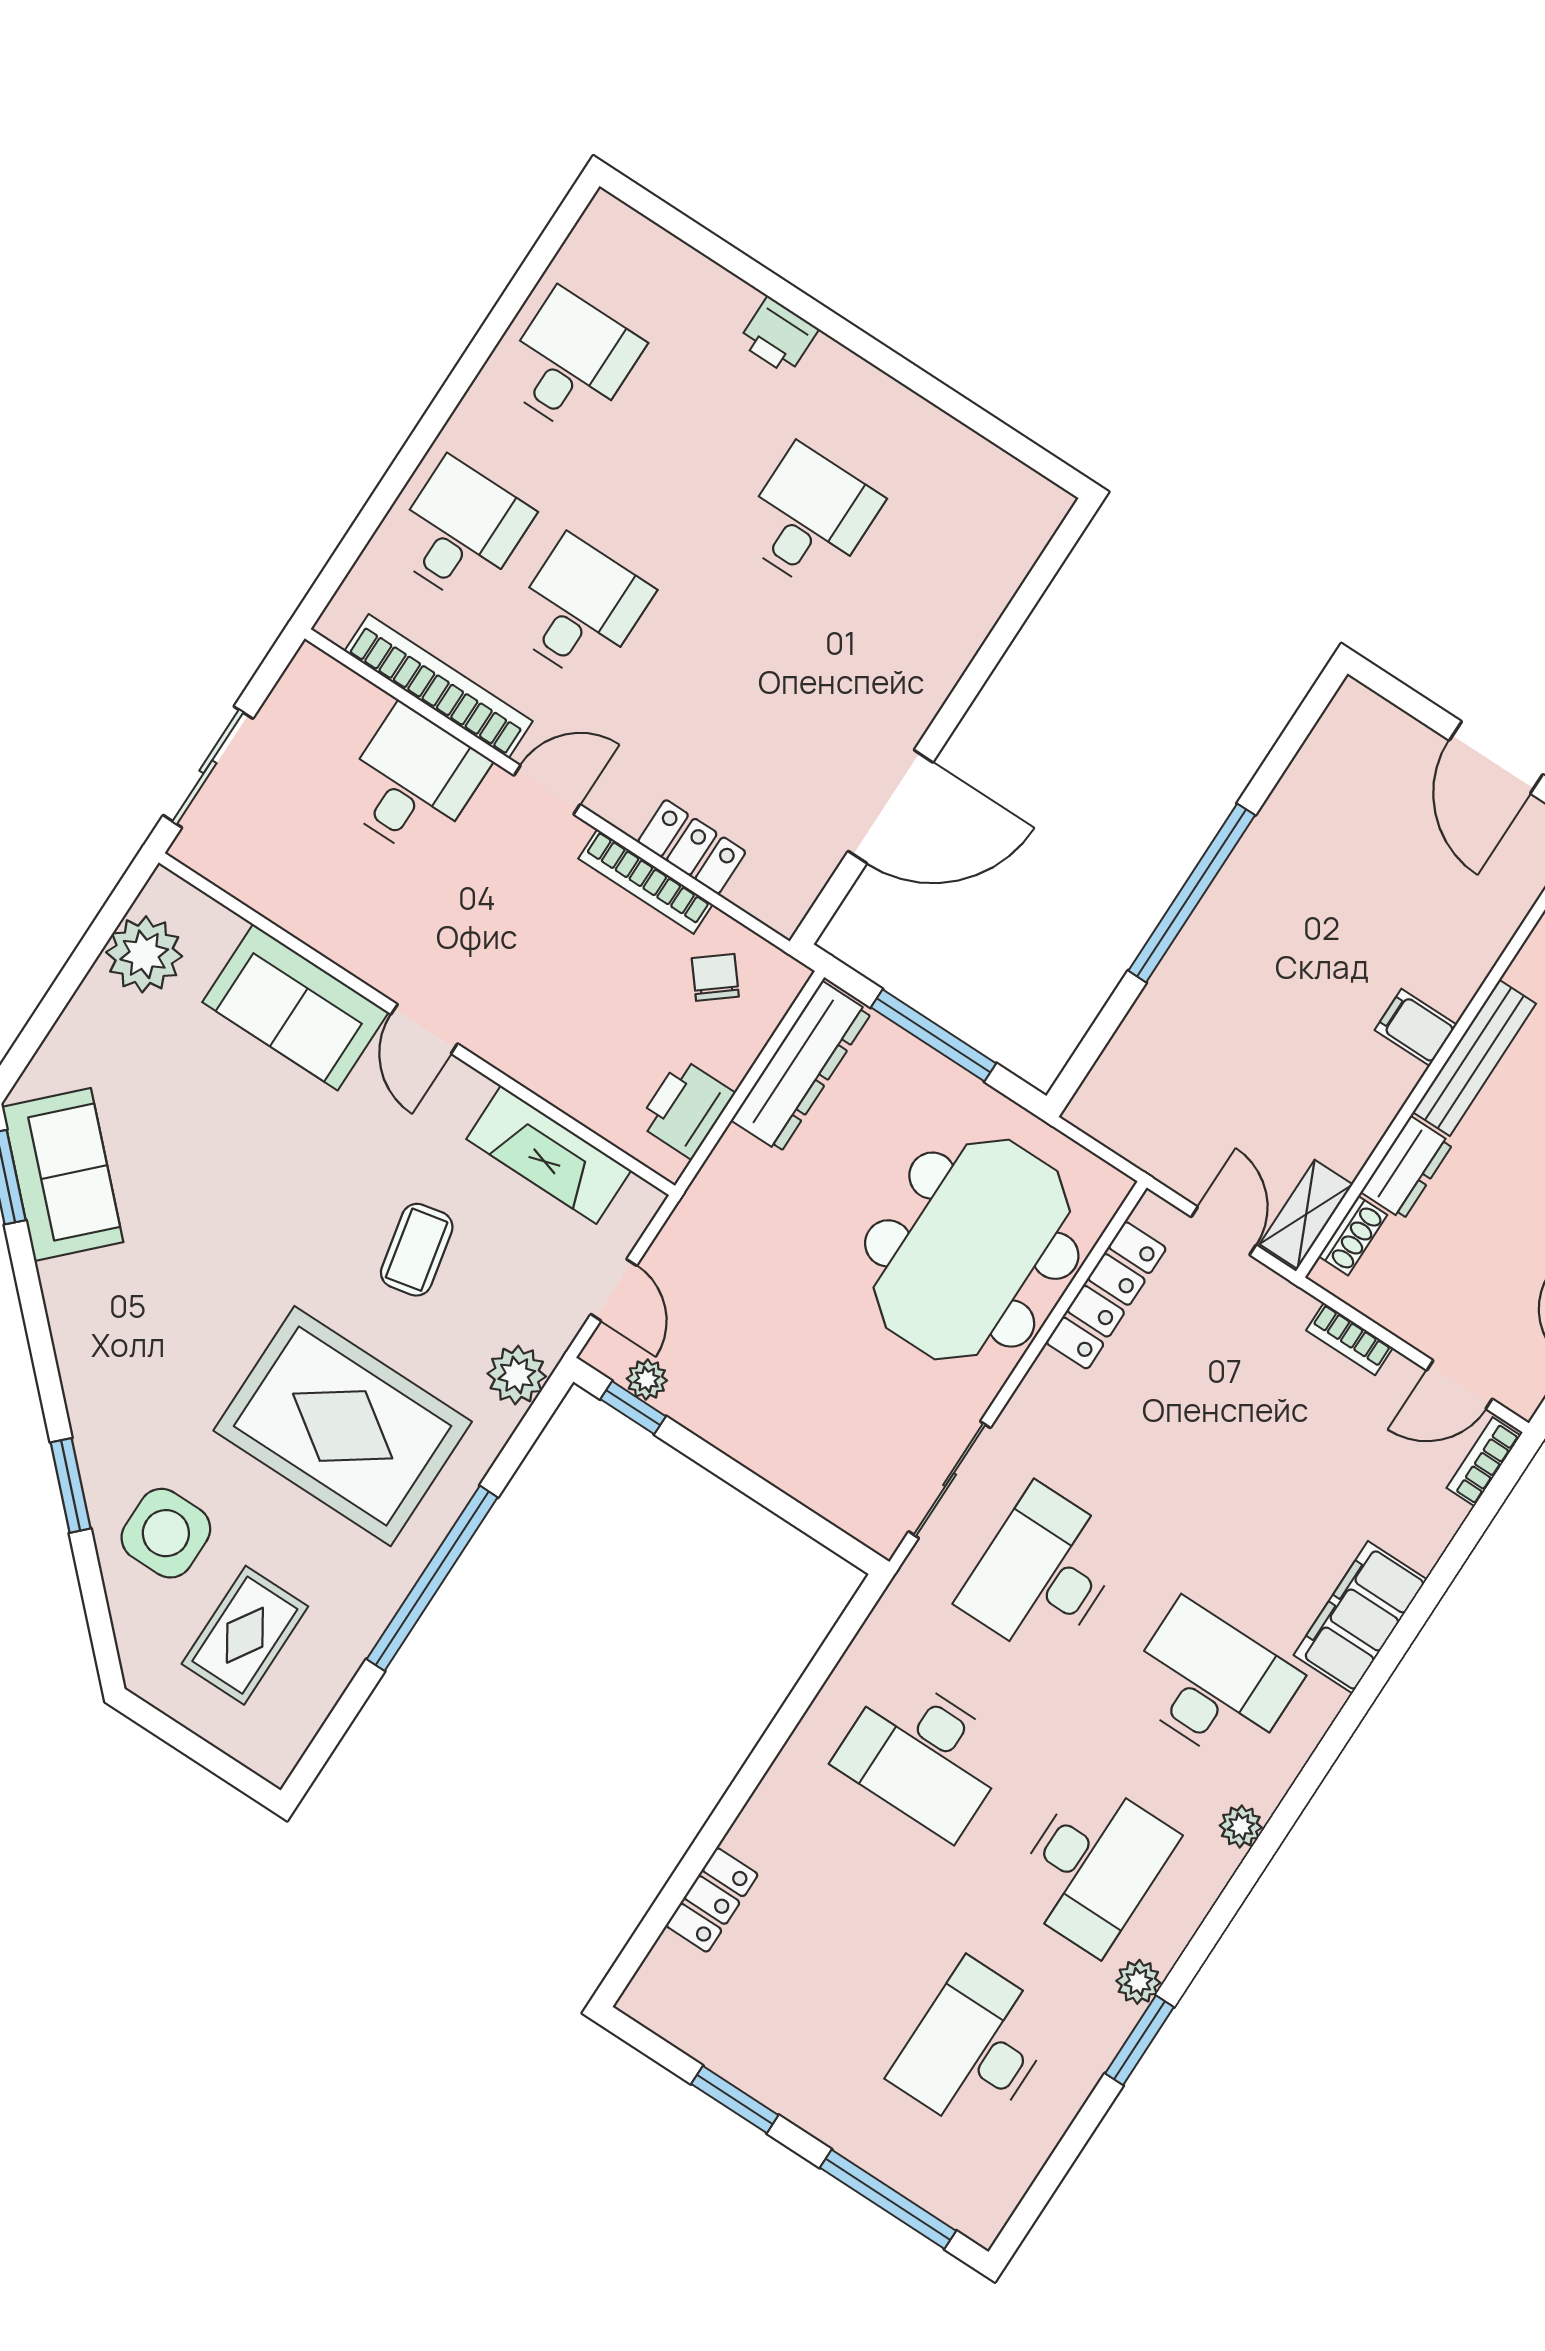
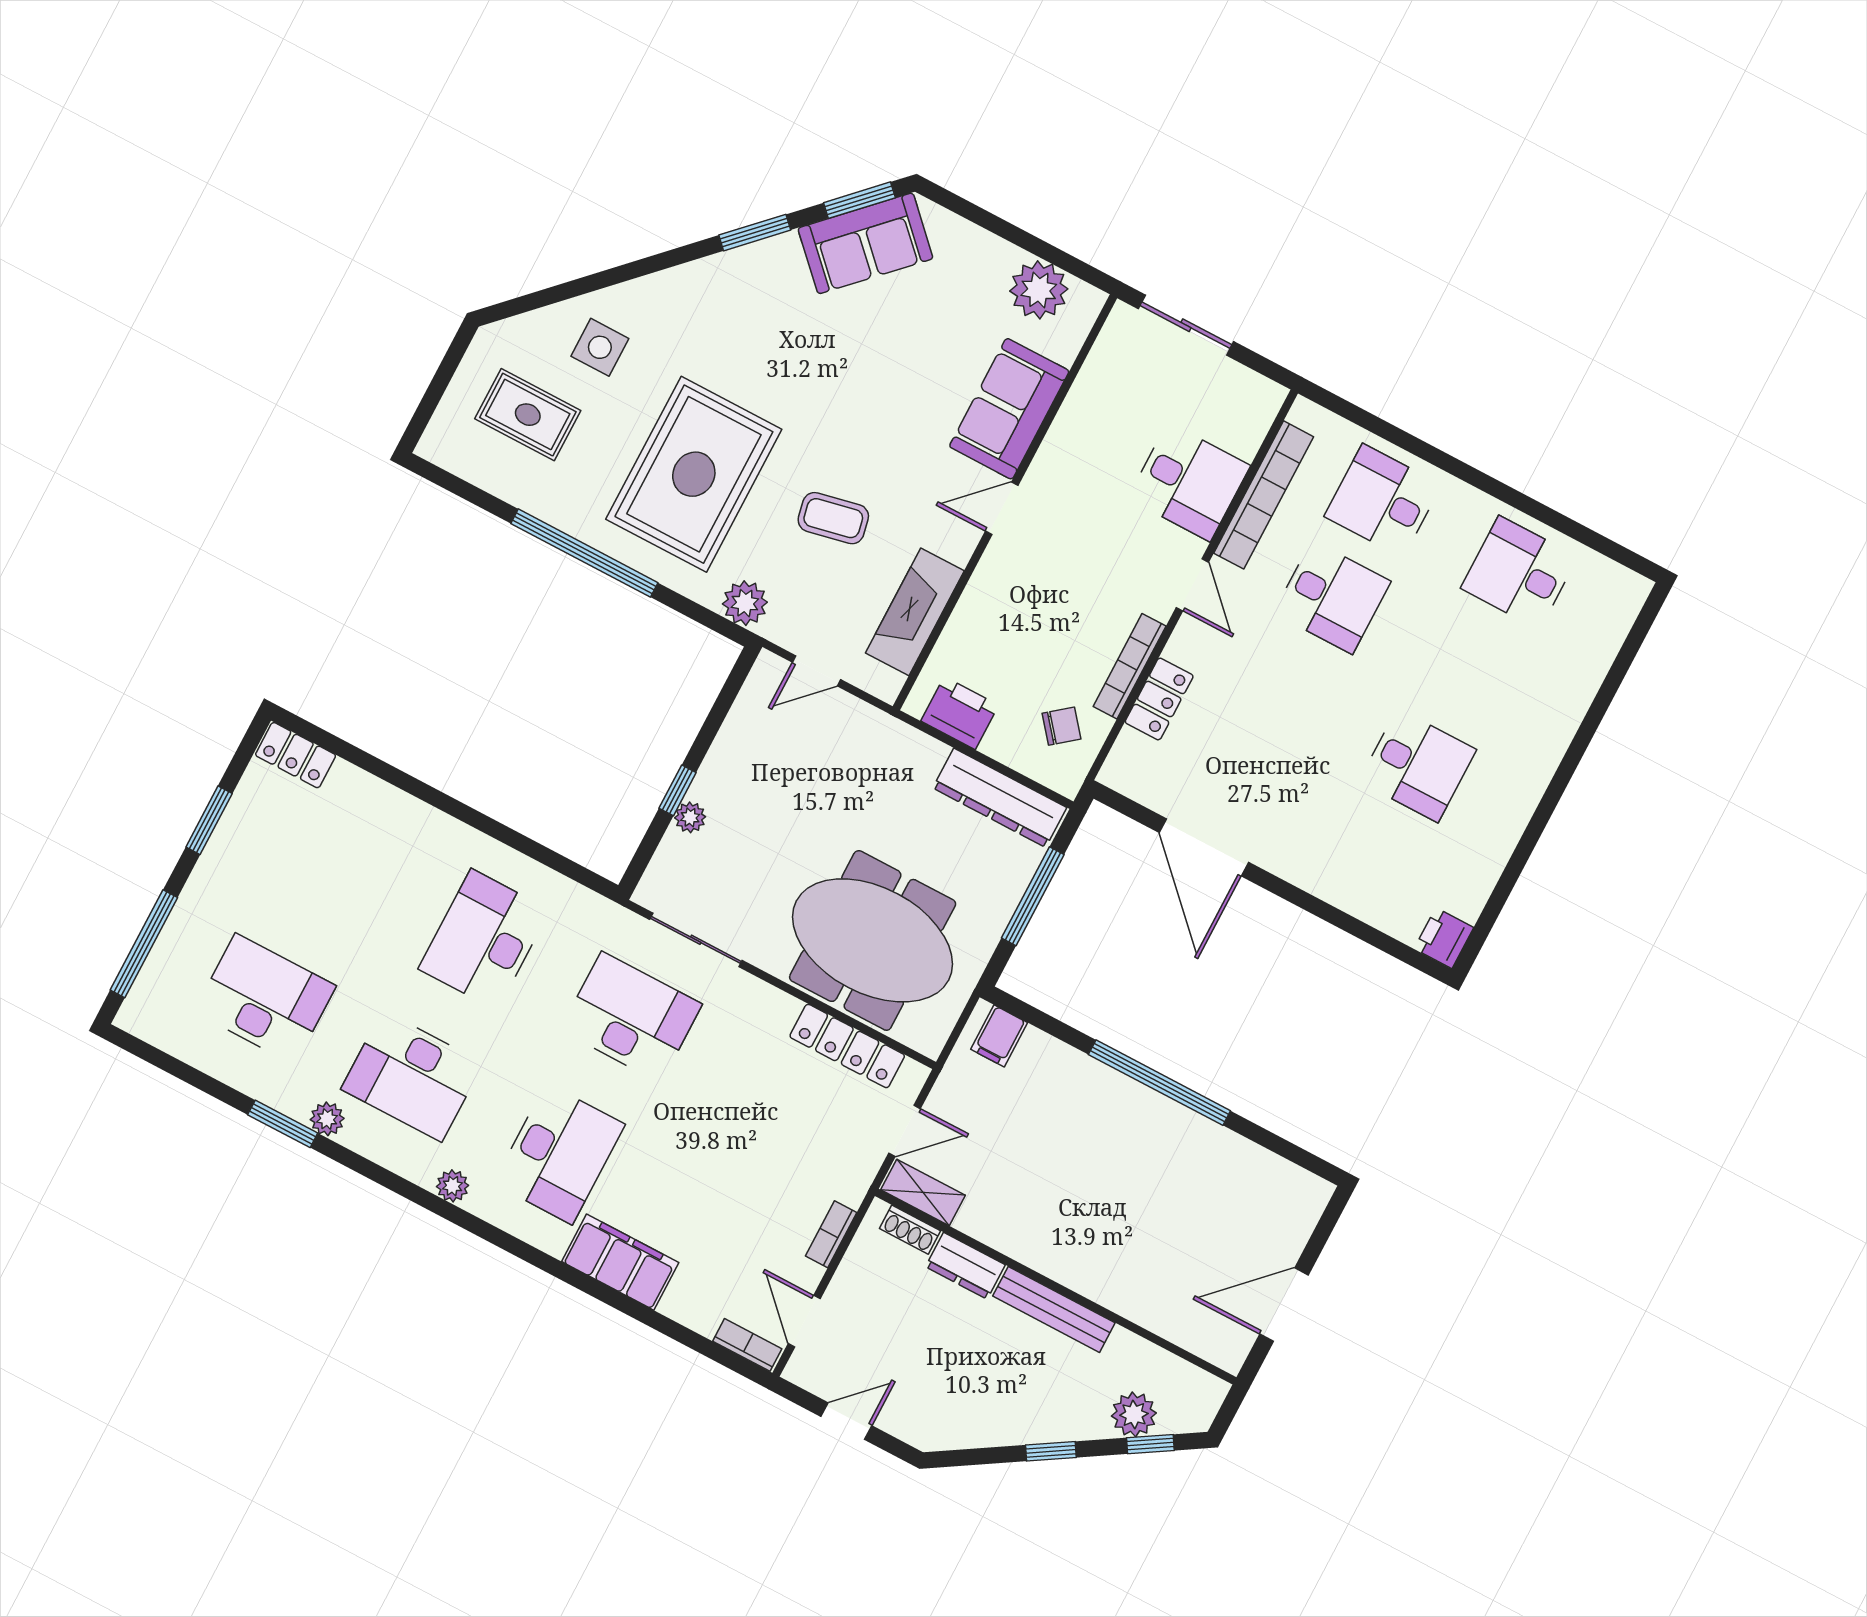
printer: (778, 336) -> (1444, 938), moved
desk: (571, 362) -> (1519, 573), turned 180
desk: (460, 531) -> (1383, 501), turned 180
filing cabinet: (1416, 1027) -> (999, 1036), moved, turned 180
plant: (647, 1380) -> (690, 817), moved
window: (633, 1408) -> (678, 790), moved
window: (71, 1485) -> (755, 233), moved
side table: (166, 1533) -> (600, 347), width x0.73, depth x0.73
locker: (712, 1900) -> (296, 755), moved

